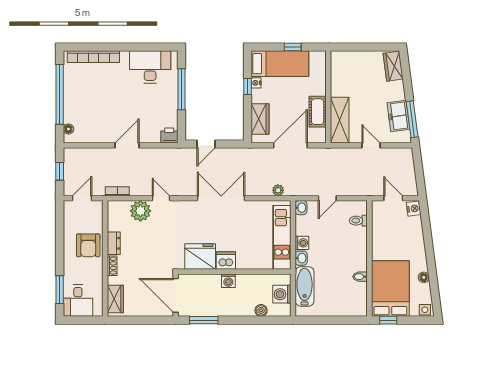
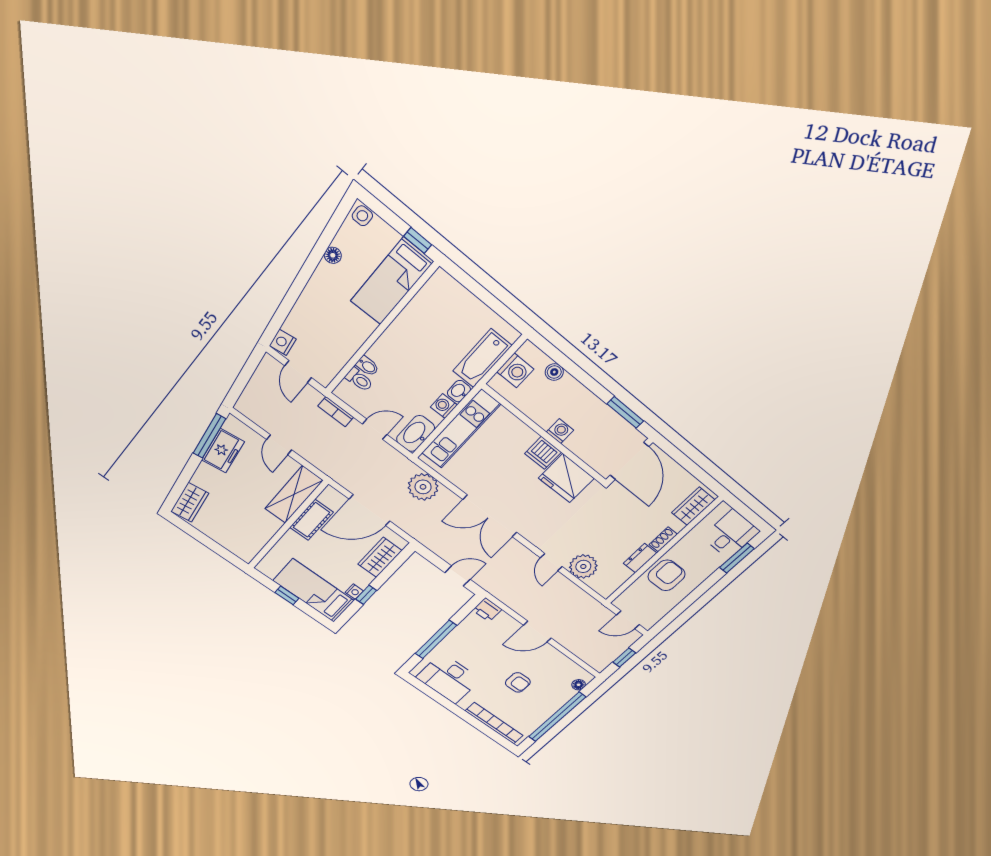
armchair: (106, 100) -> (518, 682), added
plant: (278, 190) -> (423, 487), width x1.87, depth x1.87
bookcase: (117, 191) -> (336, 412), moved
washbasin: (301, 208) -> (415, 434), width x1.91, depth x1.45
bidet: (360, 277) -> (367, 366), moved
bed: (390, 289) -> (392, 281), width x0.67

